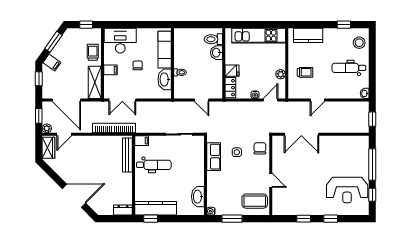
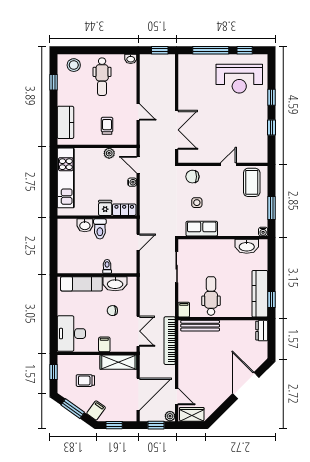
toilet: (213, 39) -> (100, 229), moved
trolley: (93, 52) -> (85, 381), moved
chair: (138, 65) -> (112, 311), moved
reception desk: (347, 190) -> (239, 79), turned 90

